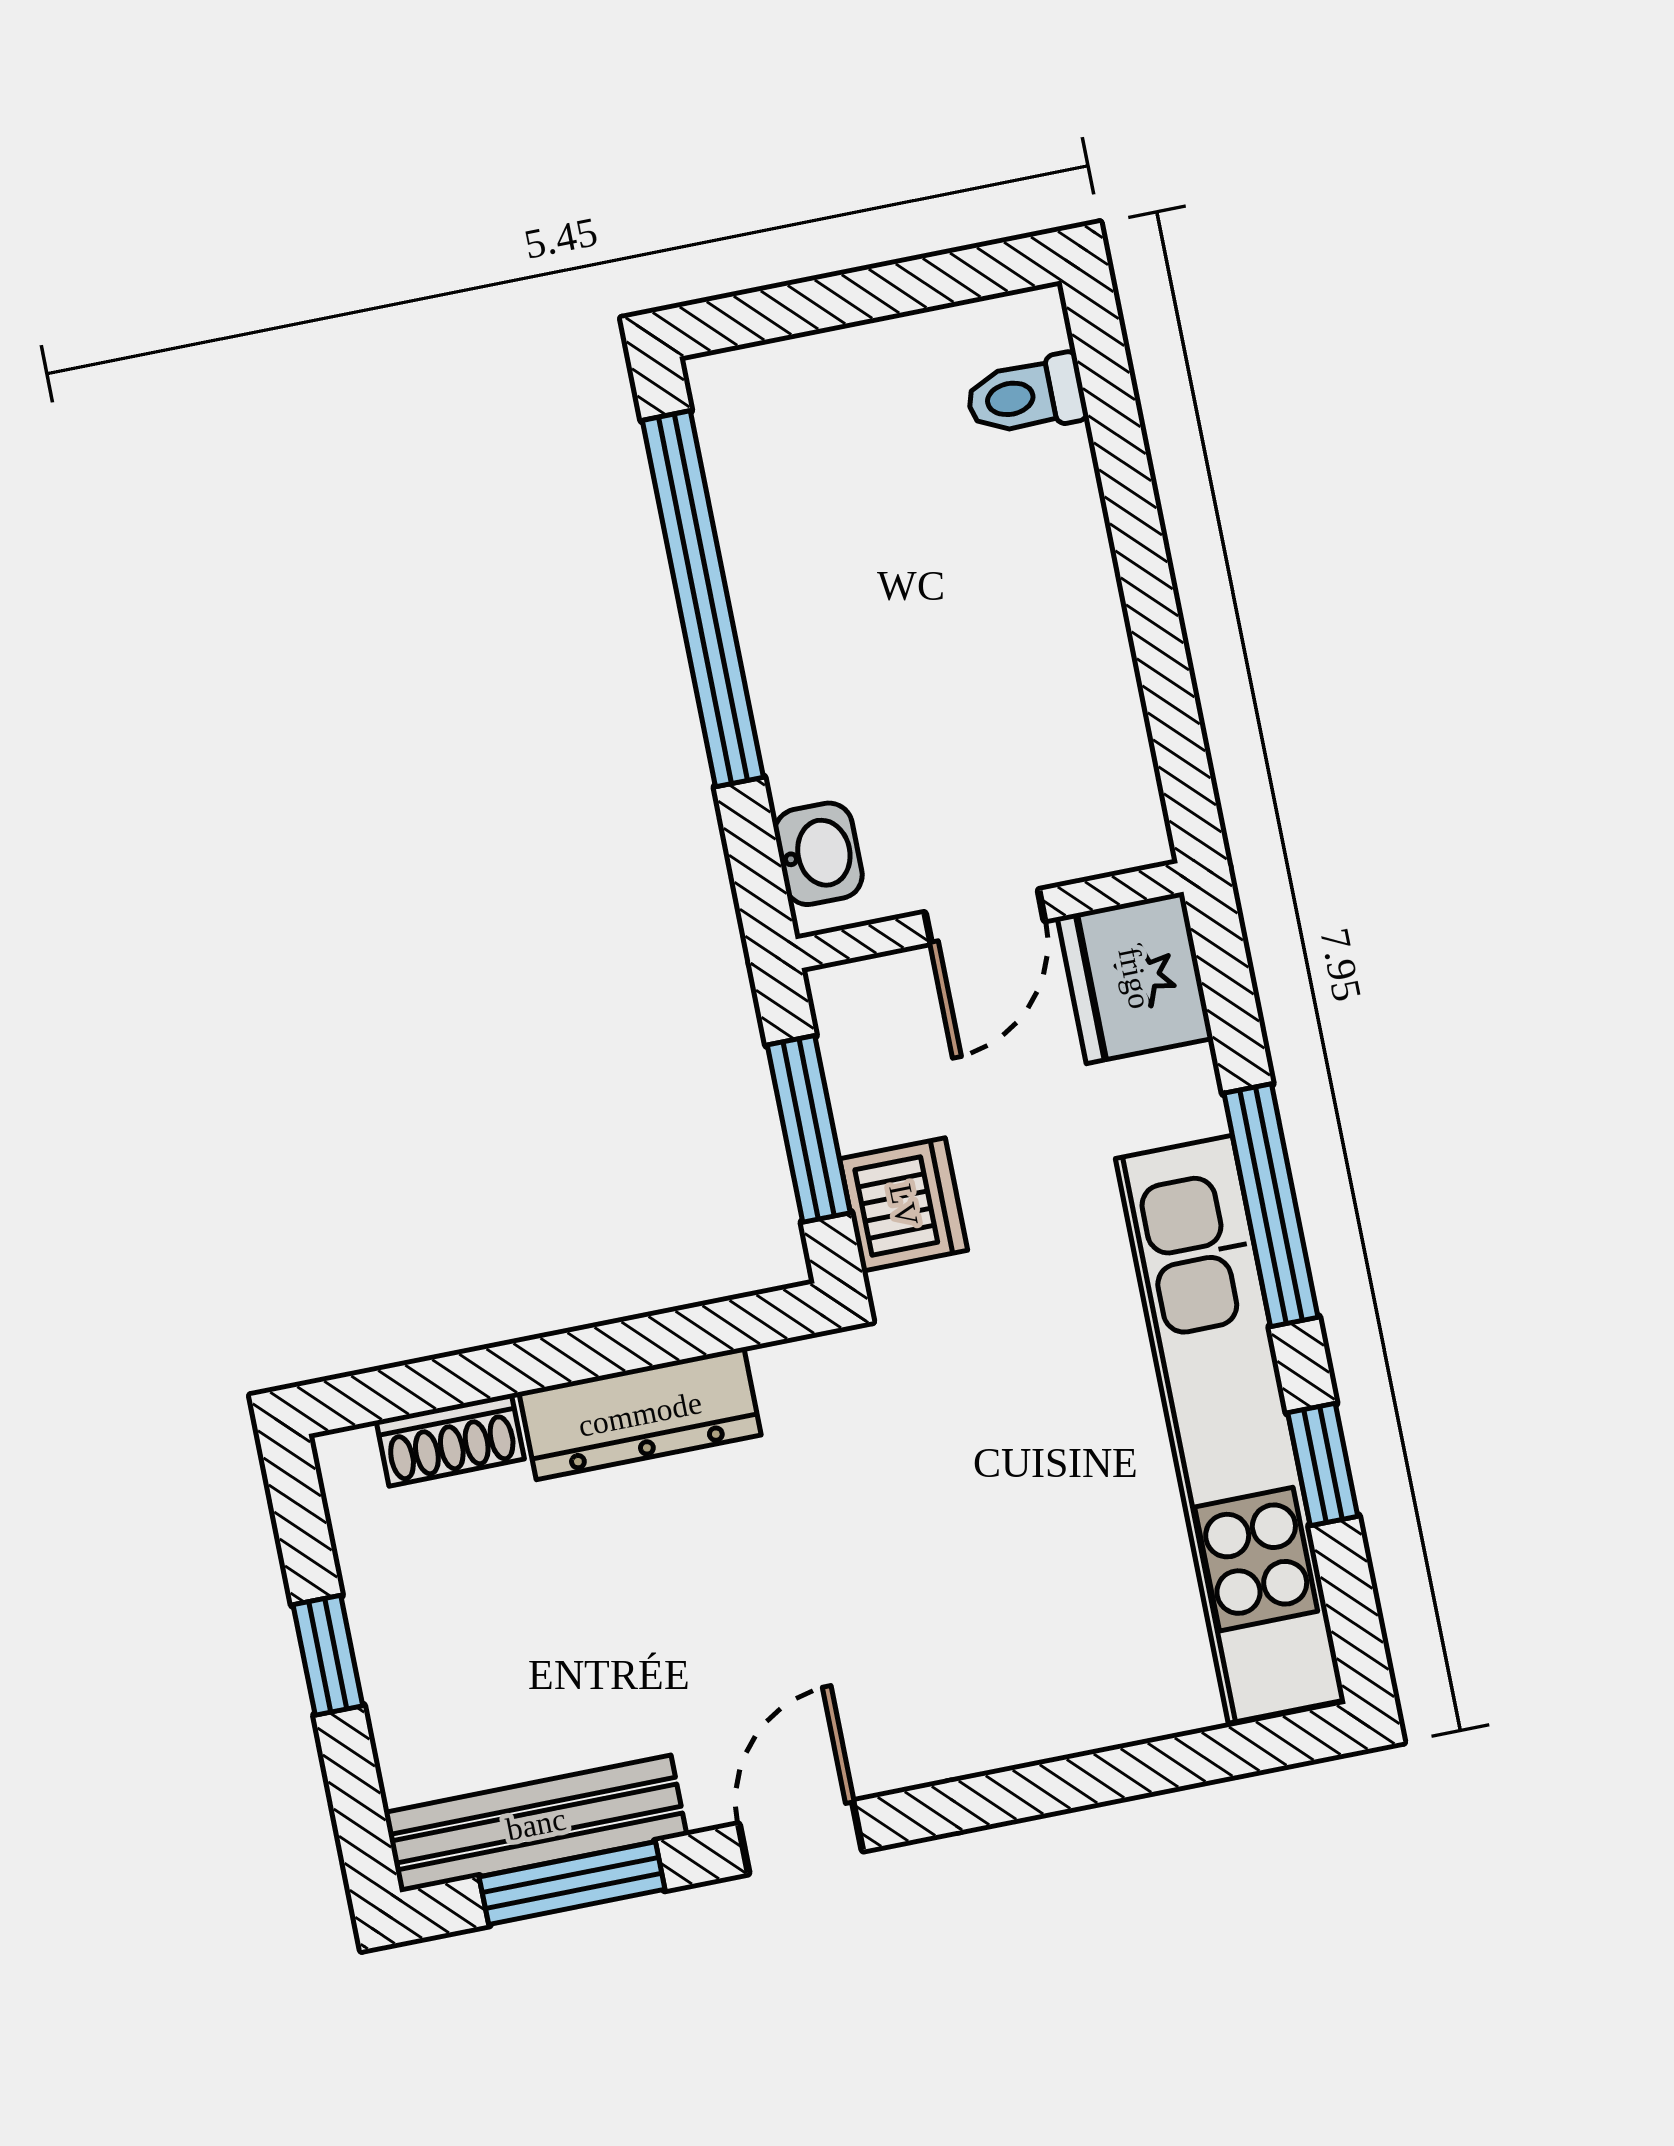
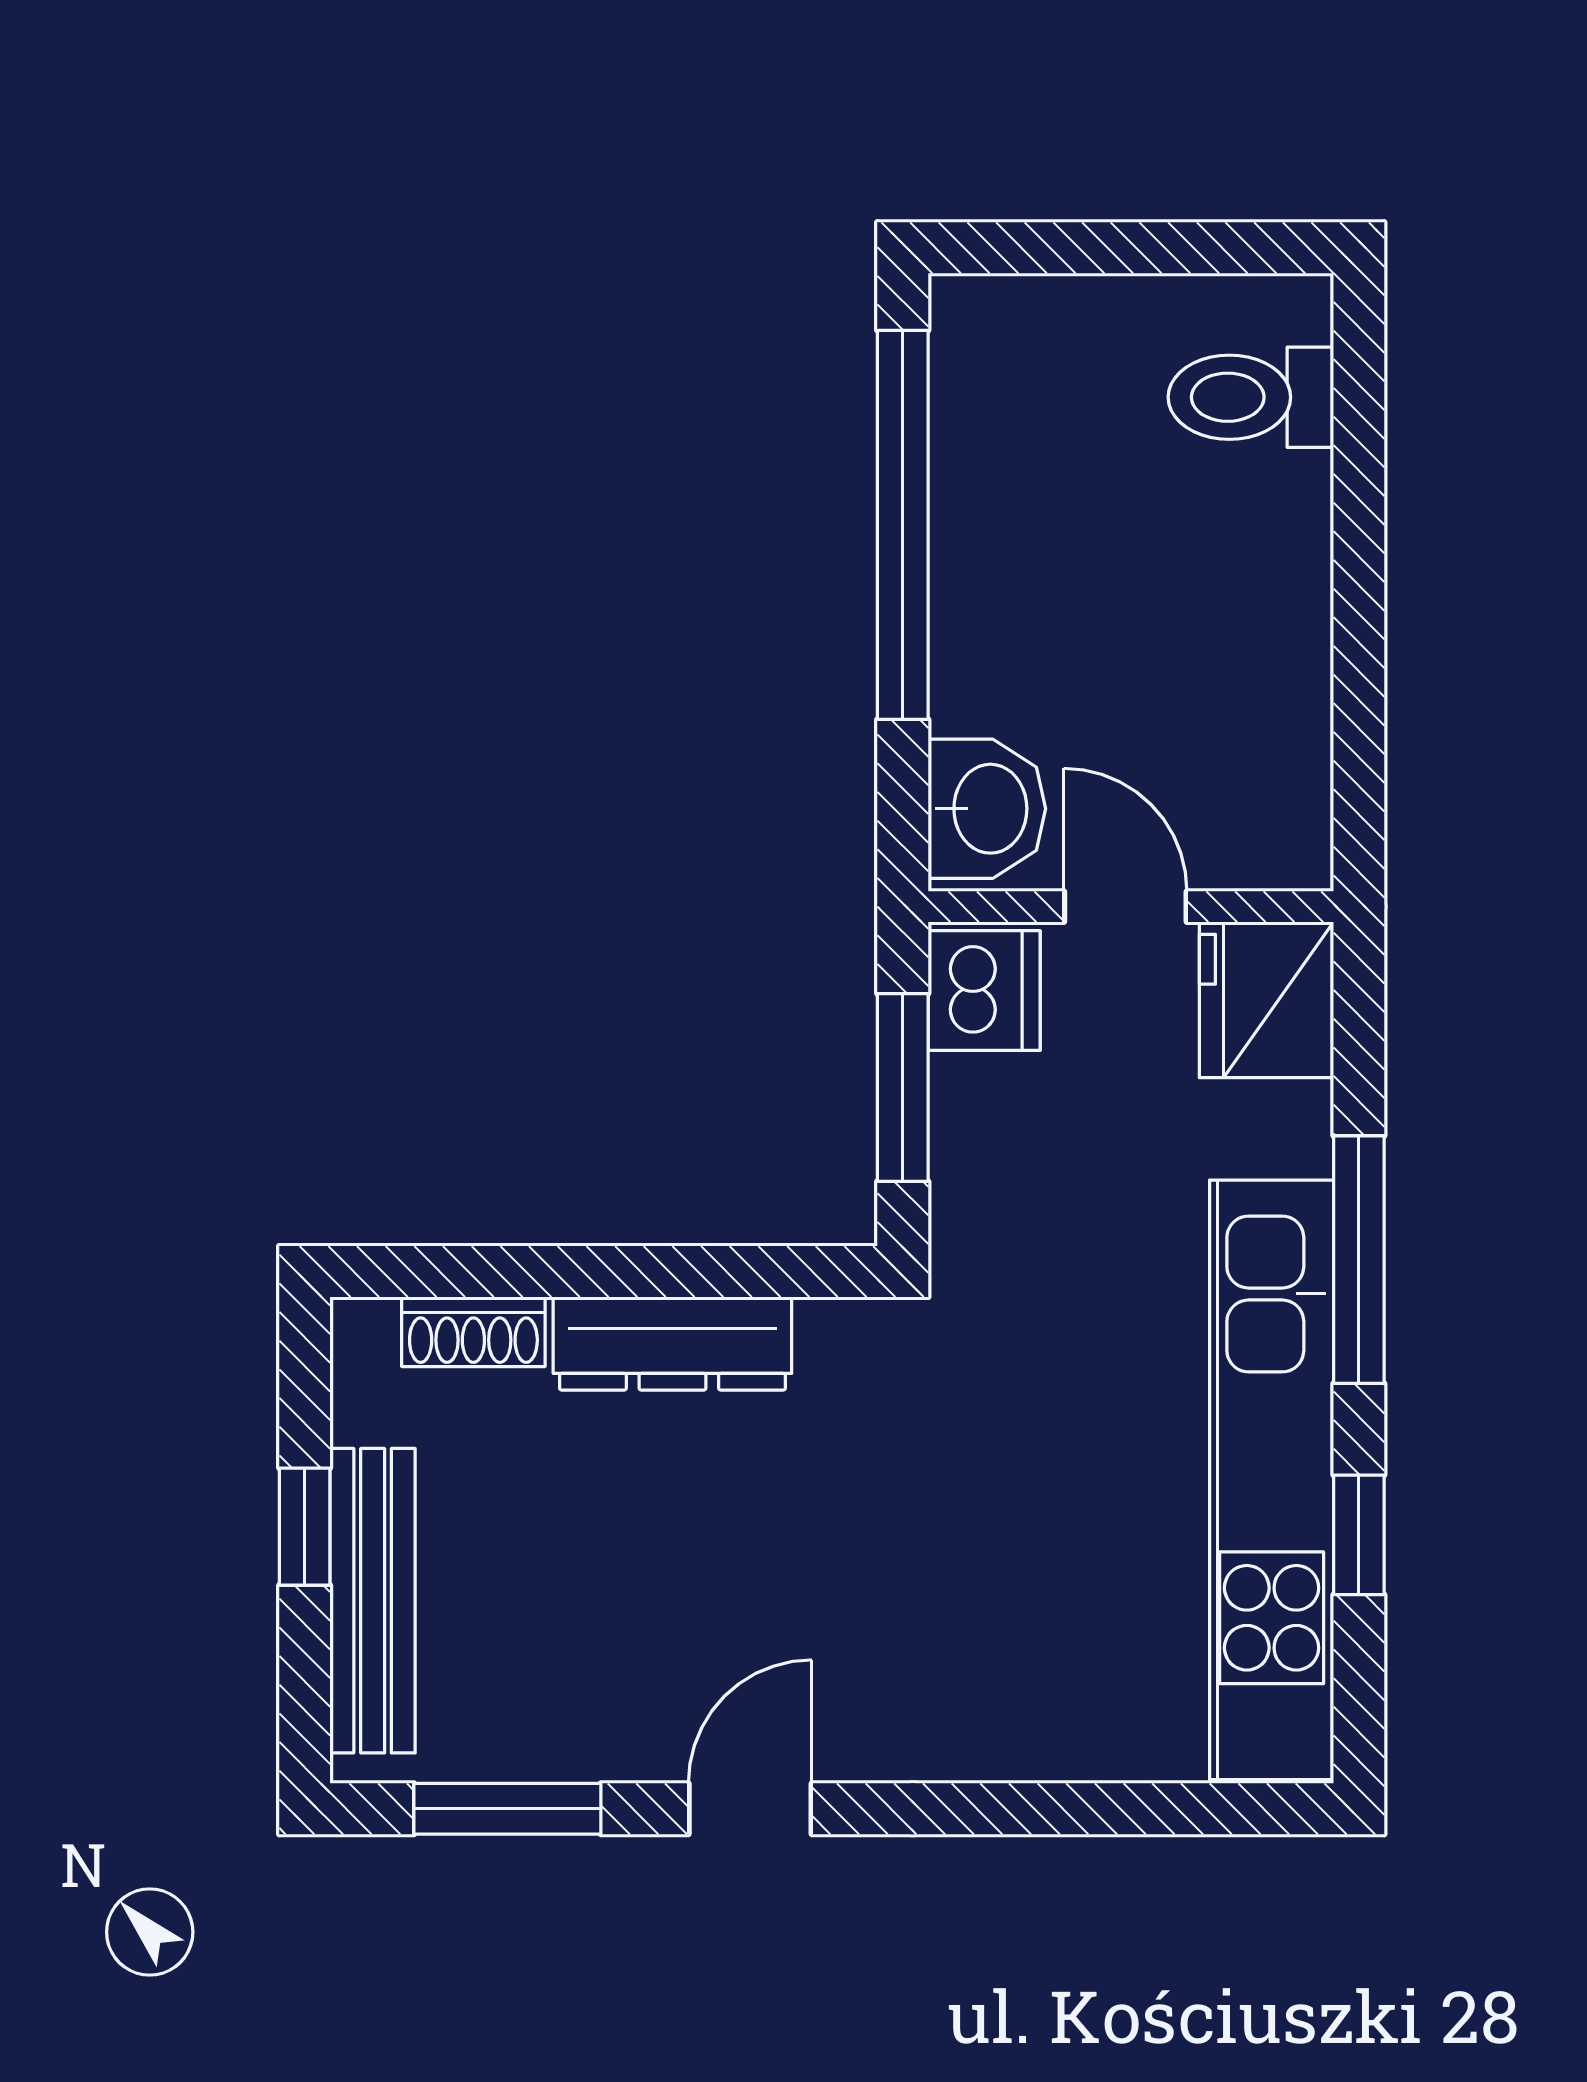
toilet: (1026, 396) -> (1251, 397), width x1.37, depth x1.39
washbasin: (818, 854) -> (987, 809), width x1.38, depth x1.45
door: (985, 917) -> (1125, 907), swing flipped
dishwasher: (904, 1205) -> (984, 991), moved
bench: (536, 1824) -> (373, 1601), moved, turned 90

